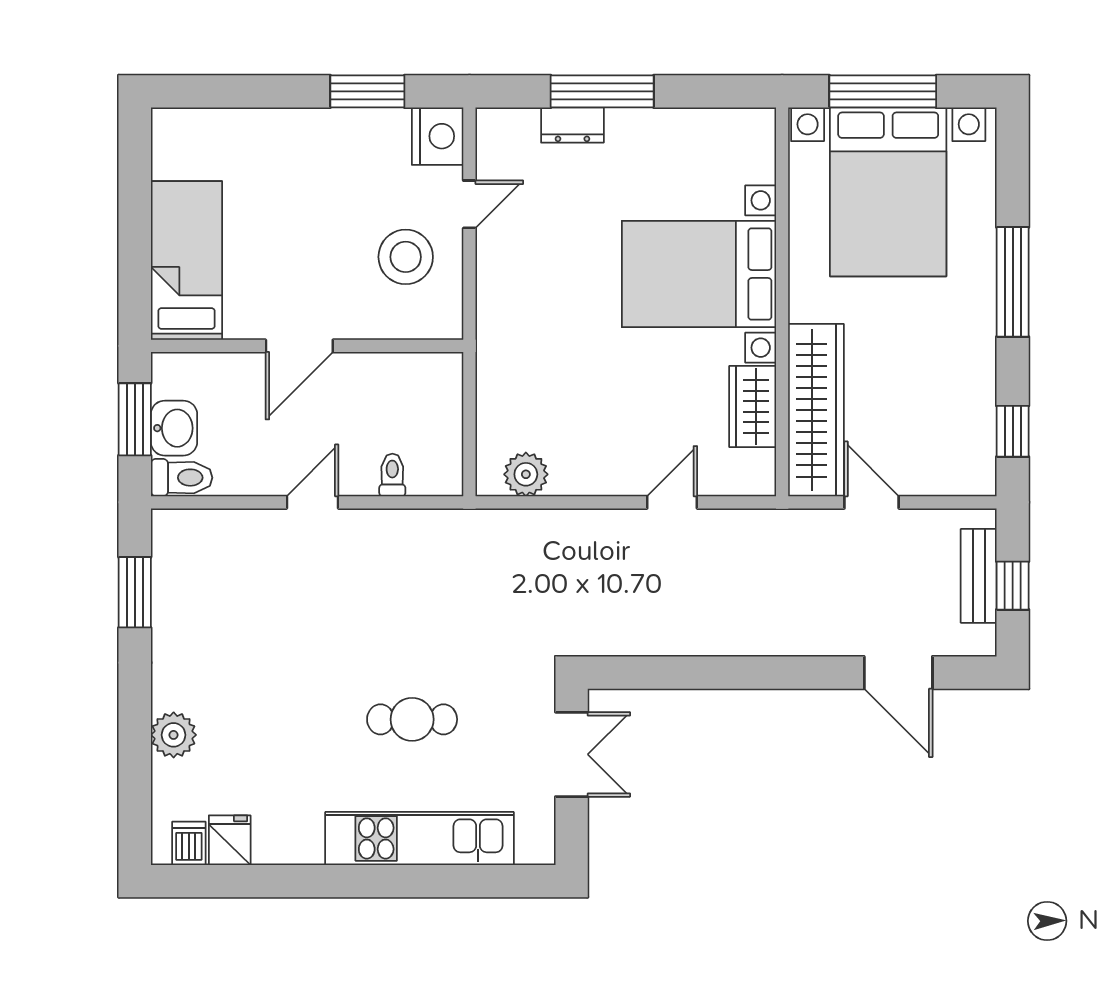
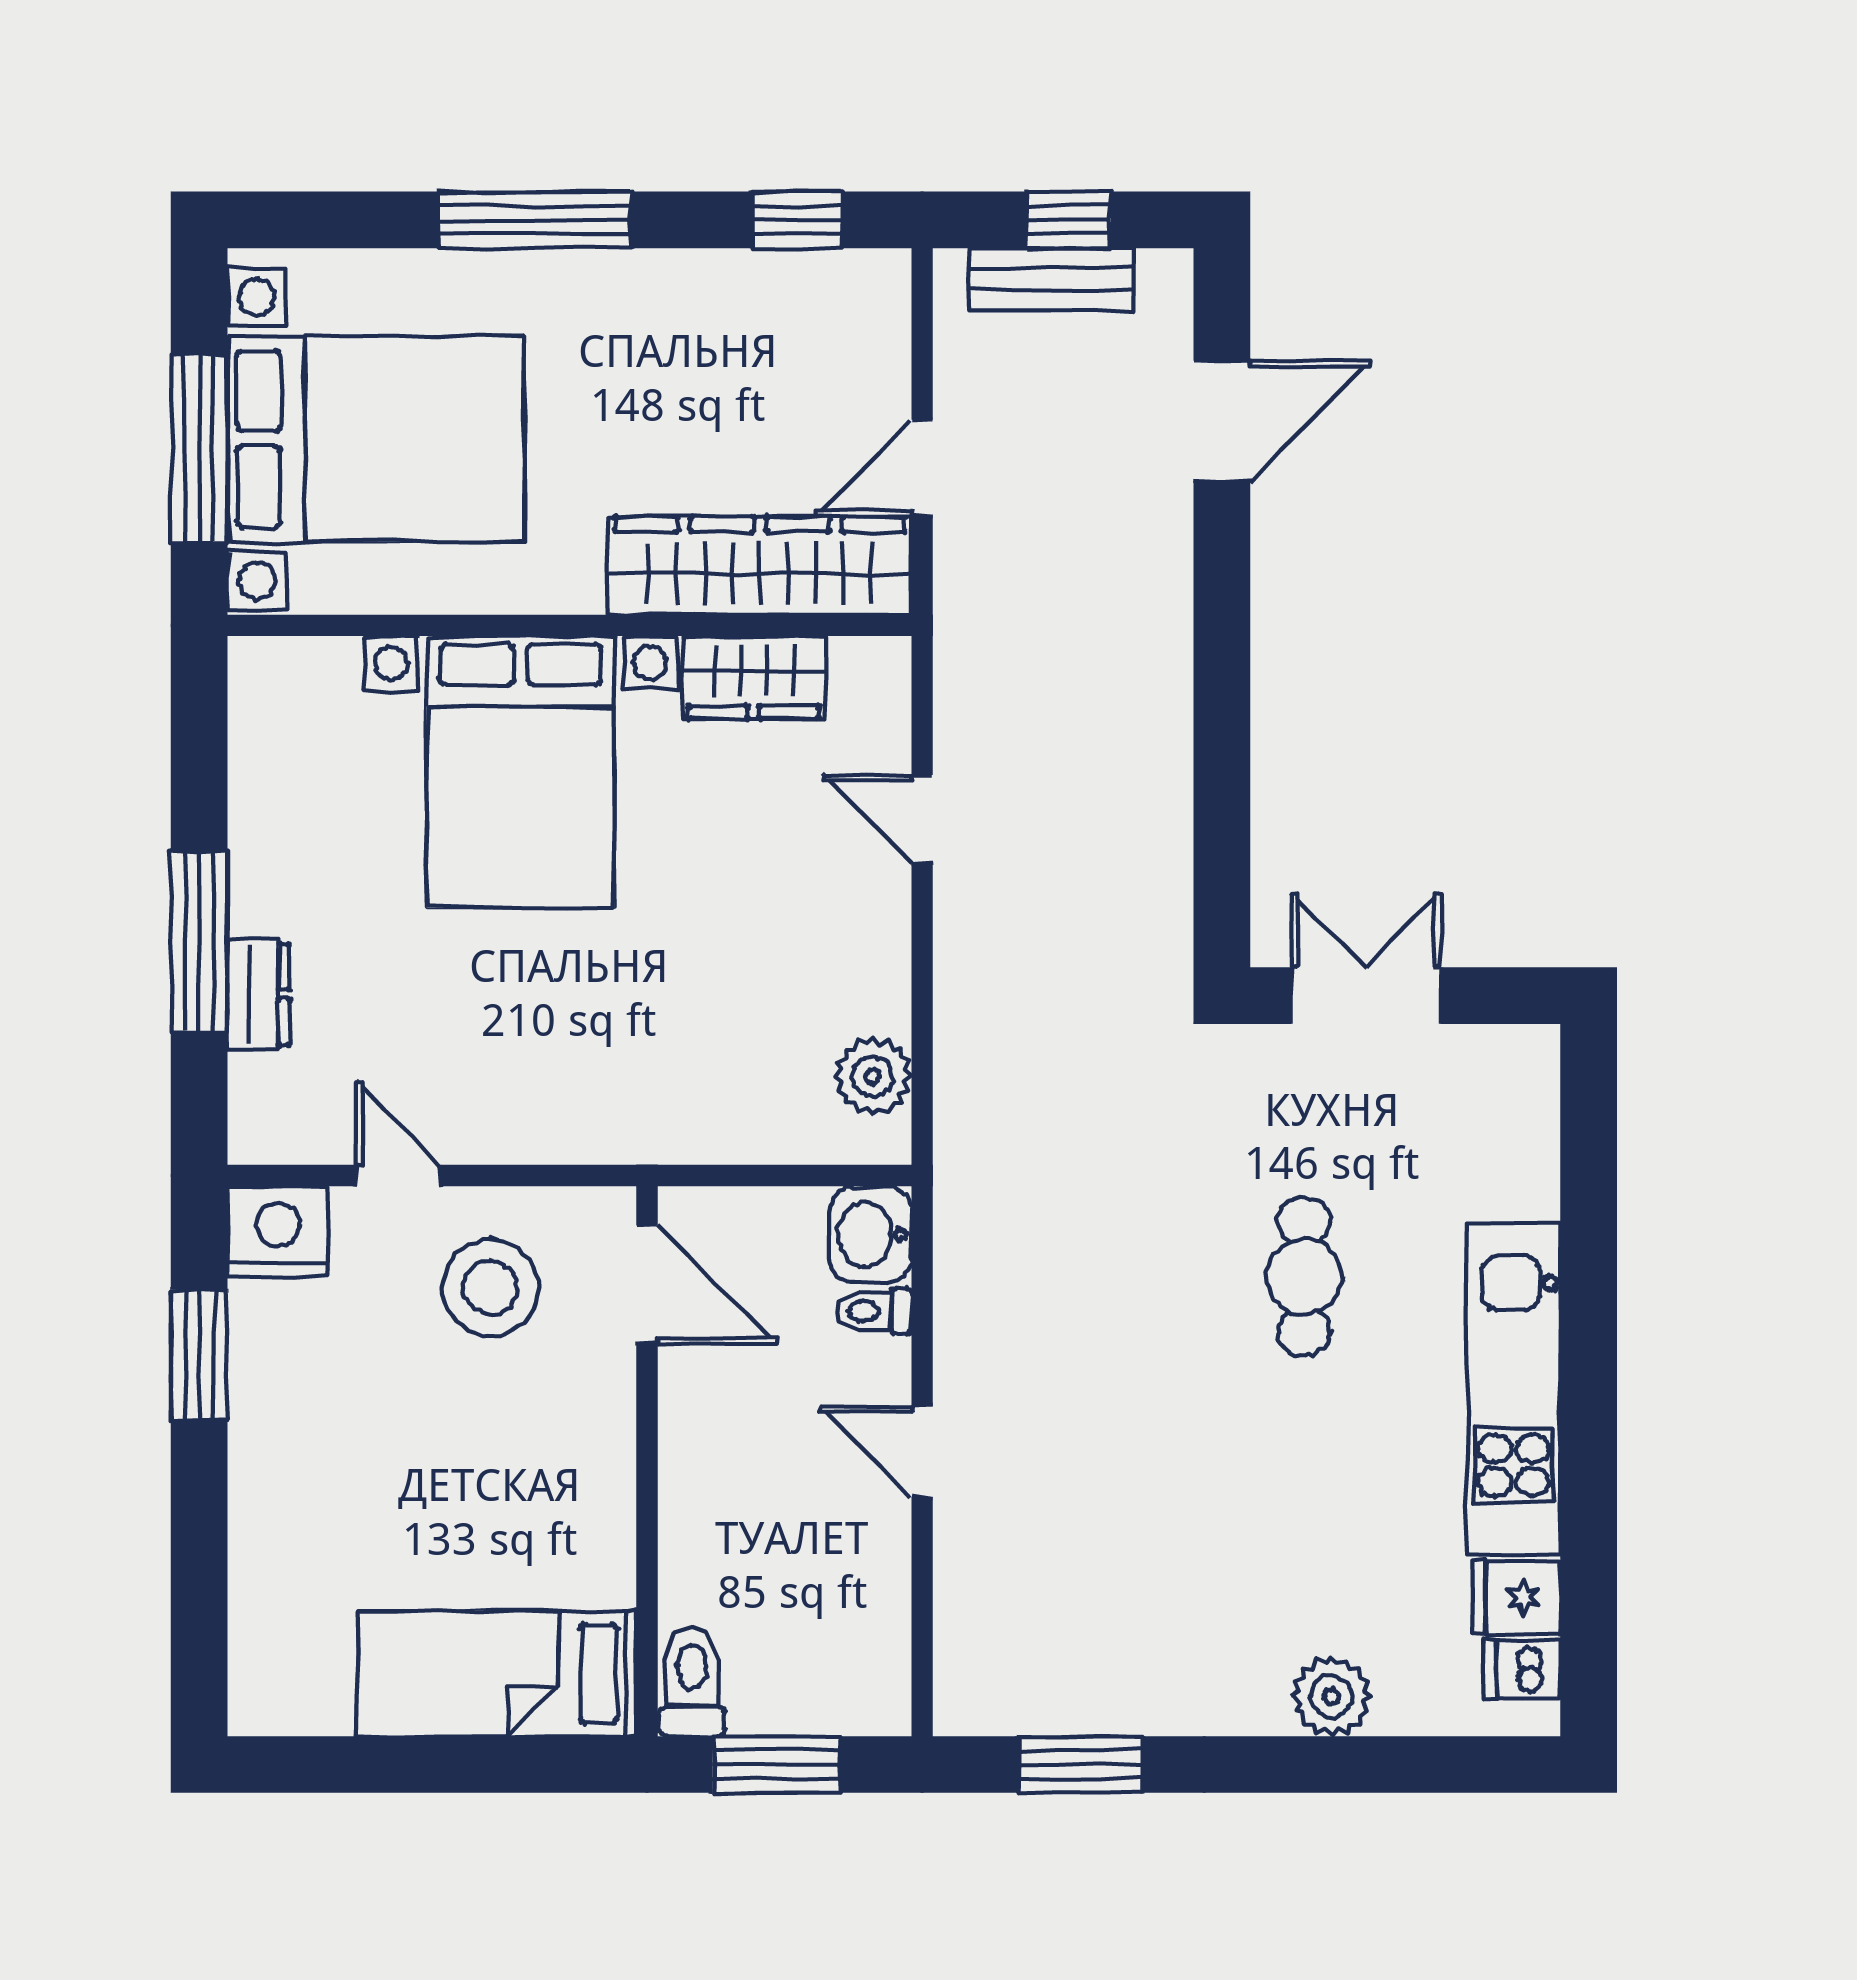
door: (299, 346) -> (647, 1285), moved
washbasin: (174, 428) -> (871, 1234), moved, turned -90
toilet: (182, 478) -> (692, 1682), moved
kitchen unit: (420, 838) -> (1514, 1389), moved

